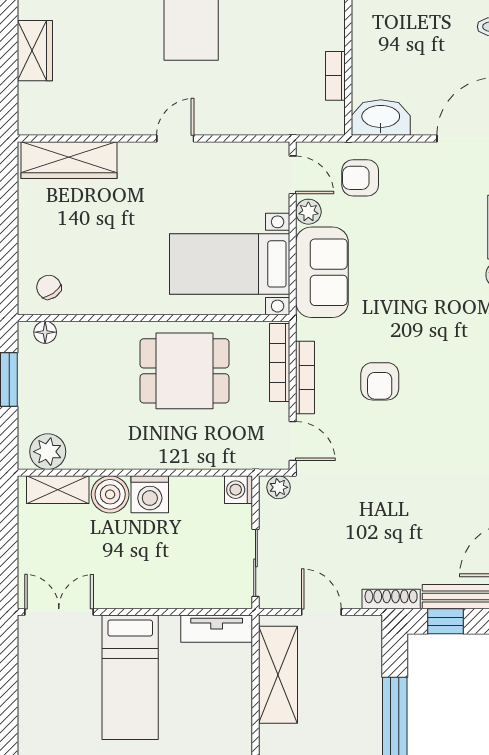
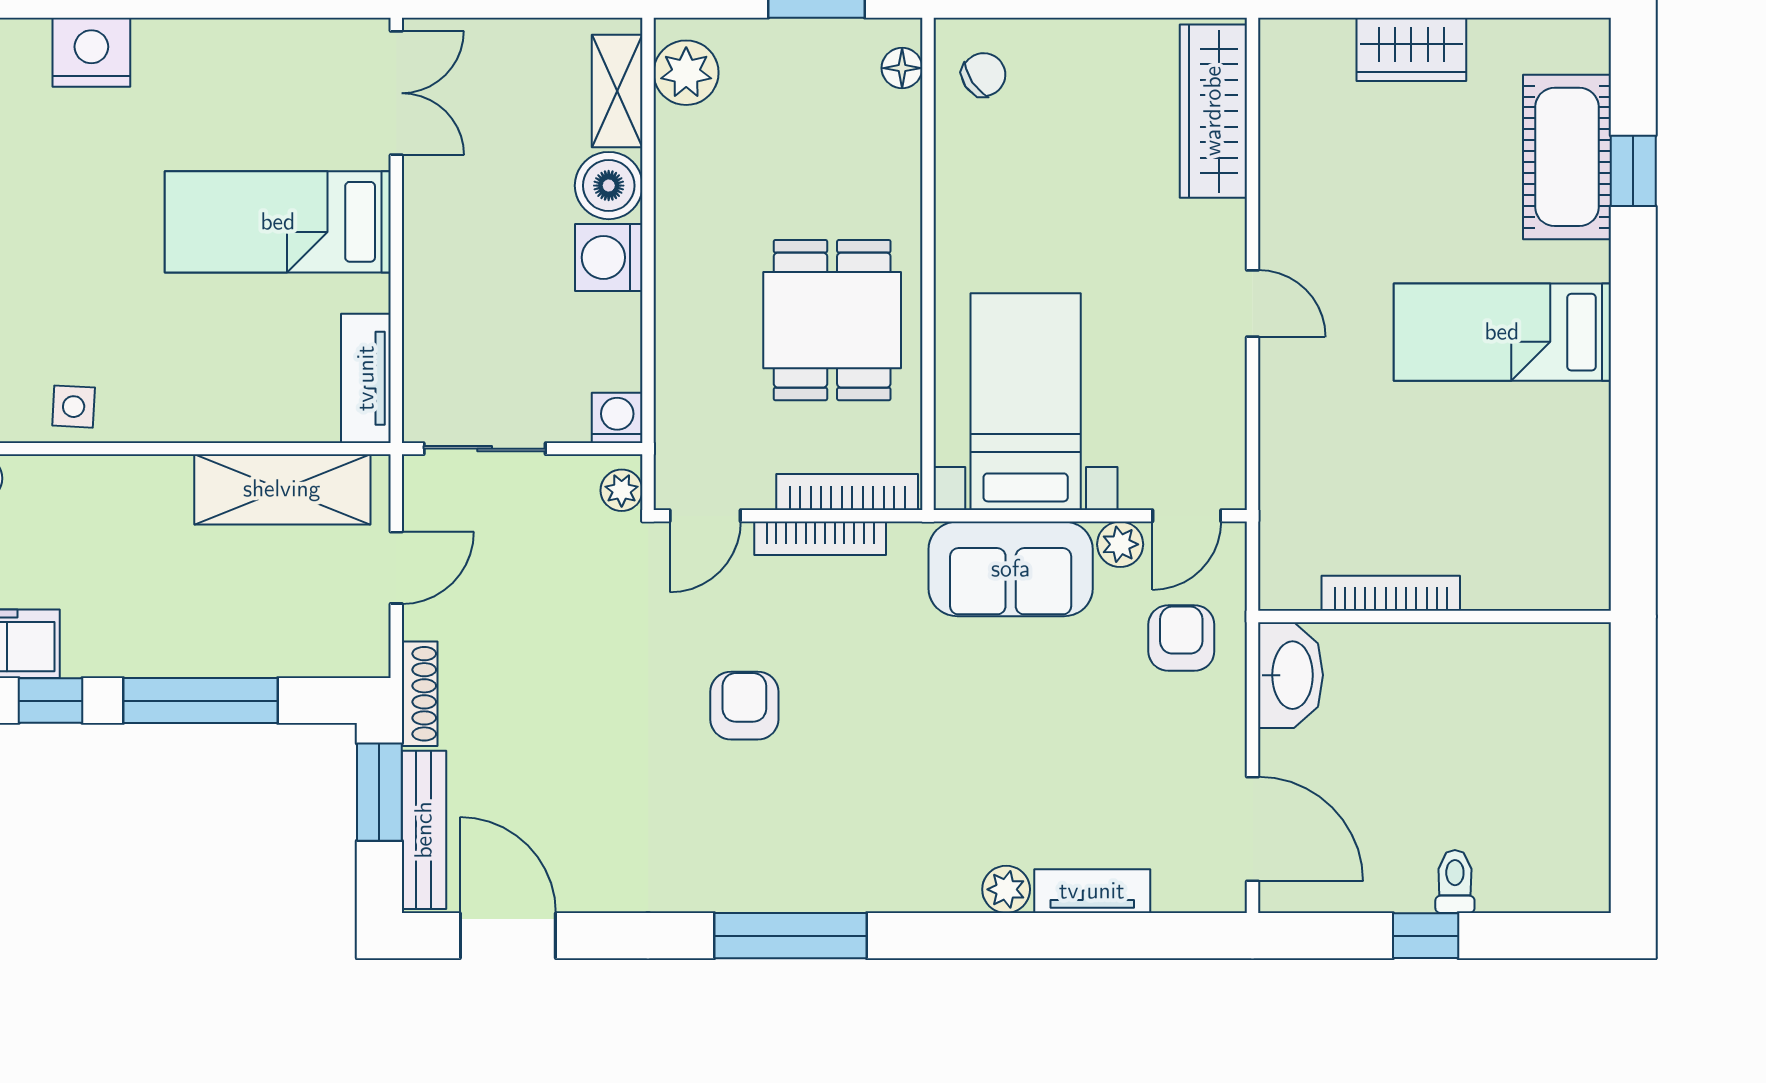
bookcase: (335, 76) -> (1391, 593), width x1.56
armchair: (380, 381) -> (744, 706), moved, turned 90
window: (445, 621) -> (379, 792), width x1.50

